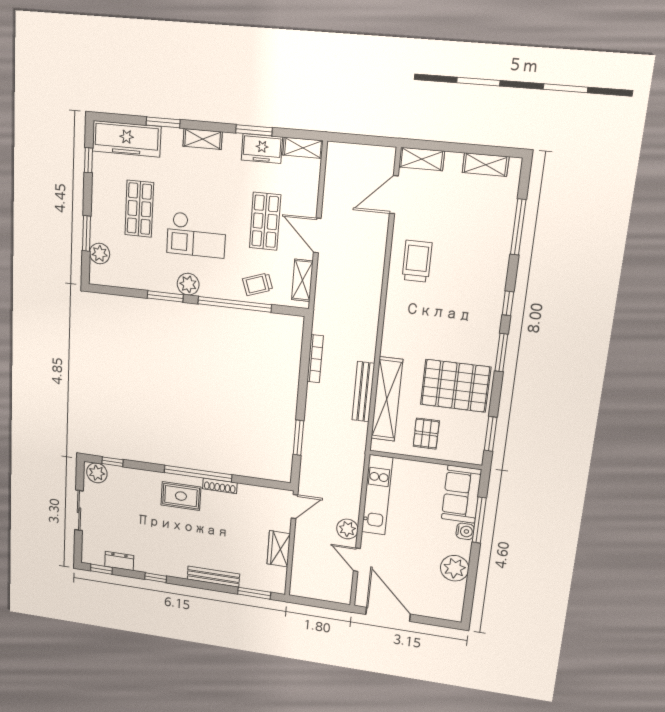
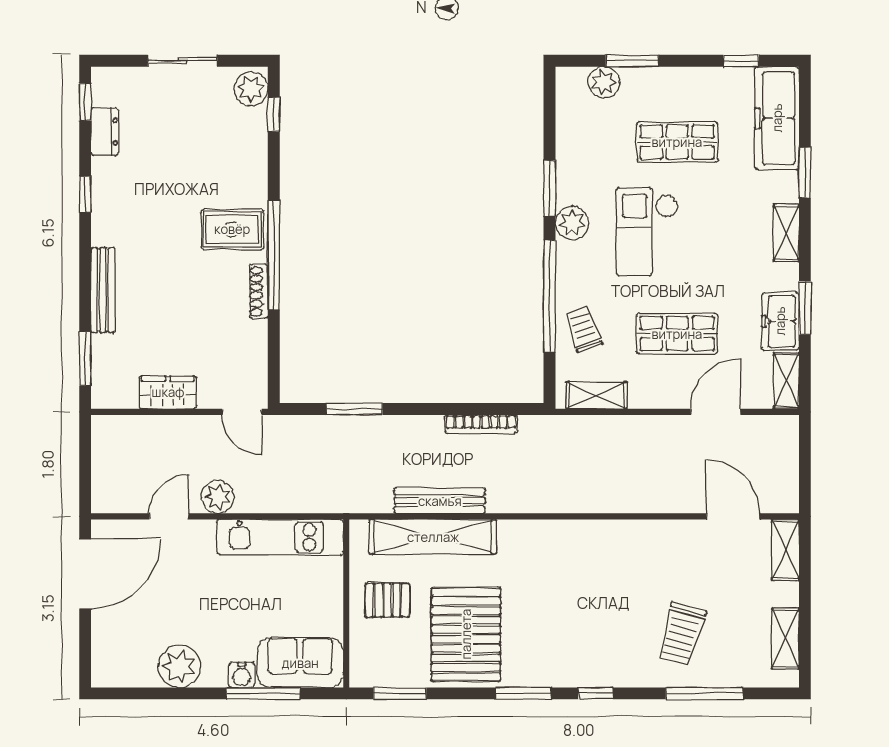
door: (317, 235) -> (716, 412), moved
trolley: (417, 261) -> (681, 634), moved, turned 106
rug: (181, 496) -> (232, 229), turned 90

